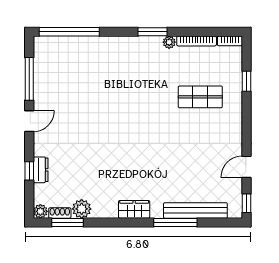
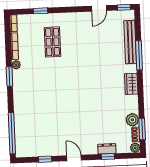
window: (29, 79) -> (45, 159), width x0.46
door: (247, 167) -> (99, 8), hinge flipped

